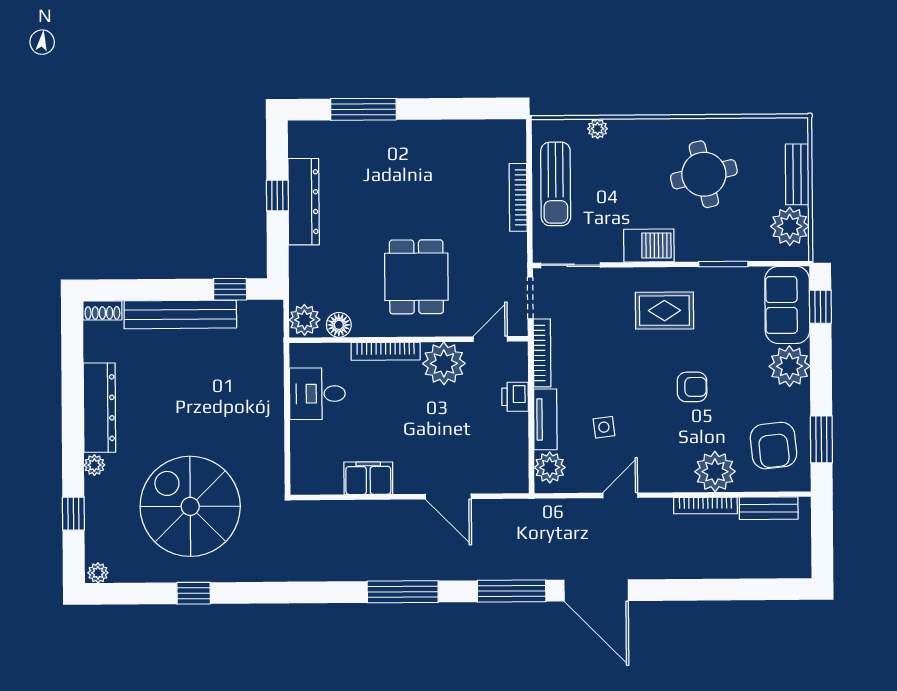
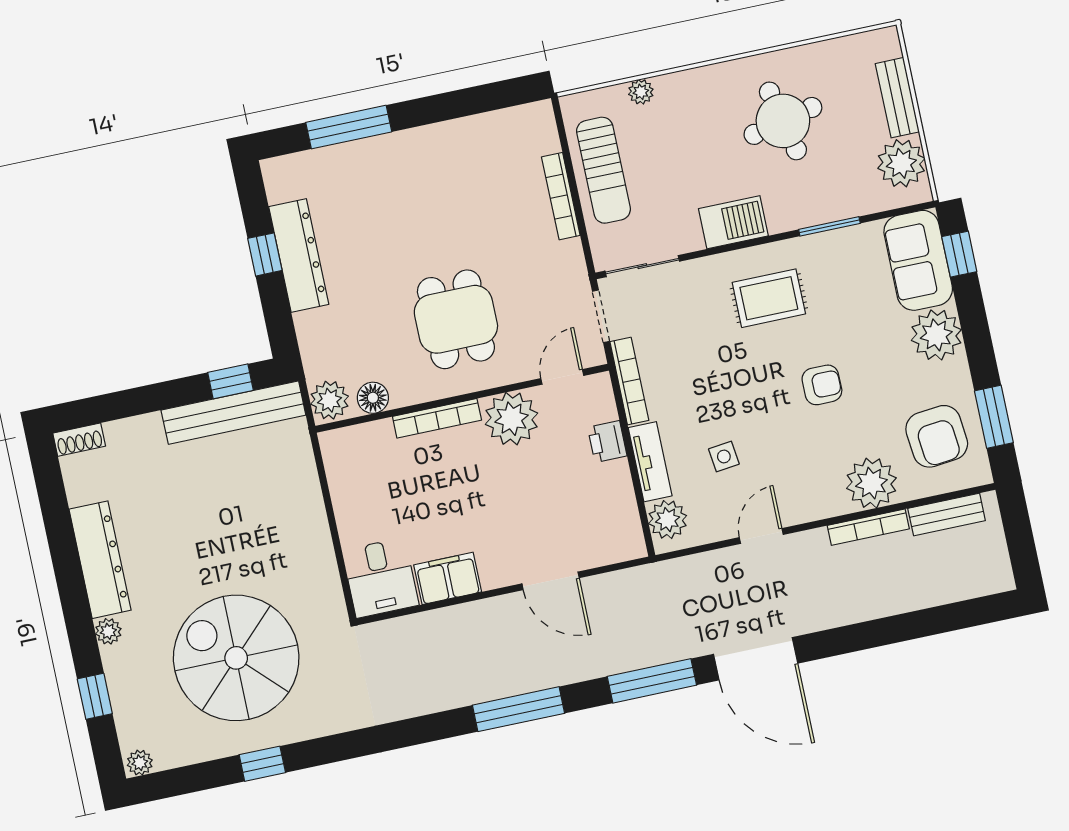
bench: (180, 314) -> (233, 413), moved
desk: (317, 394) -> (380, 578), moved, turned -90

